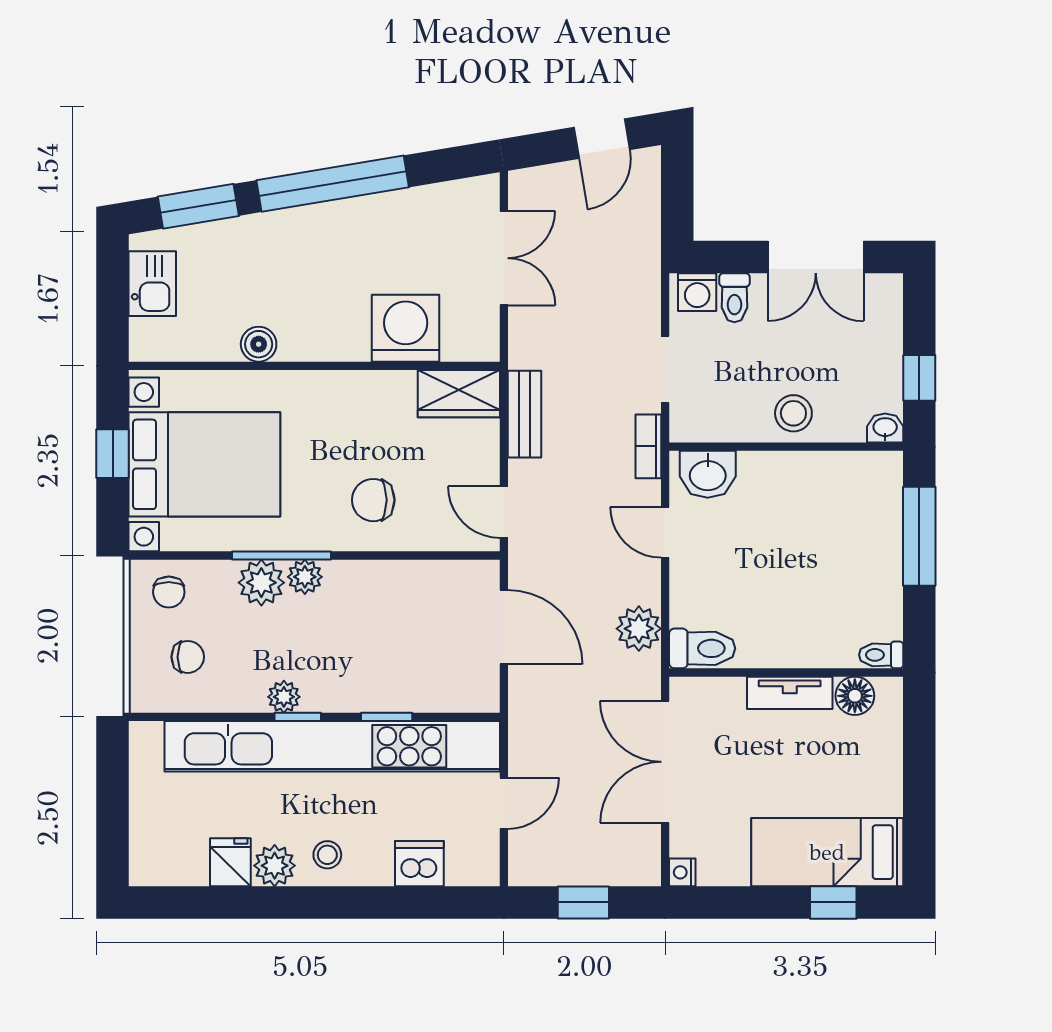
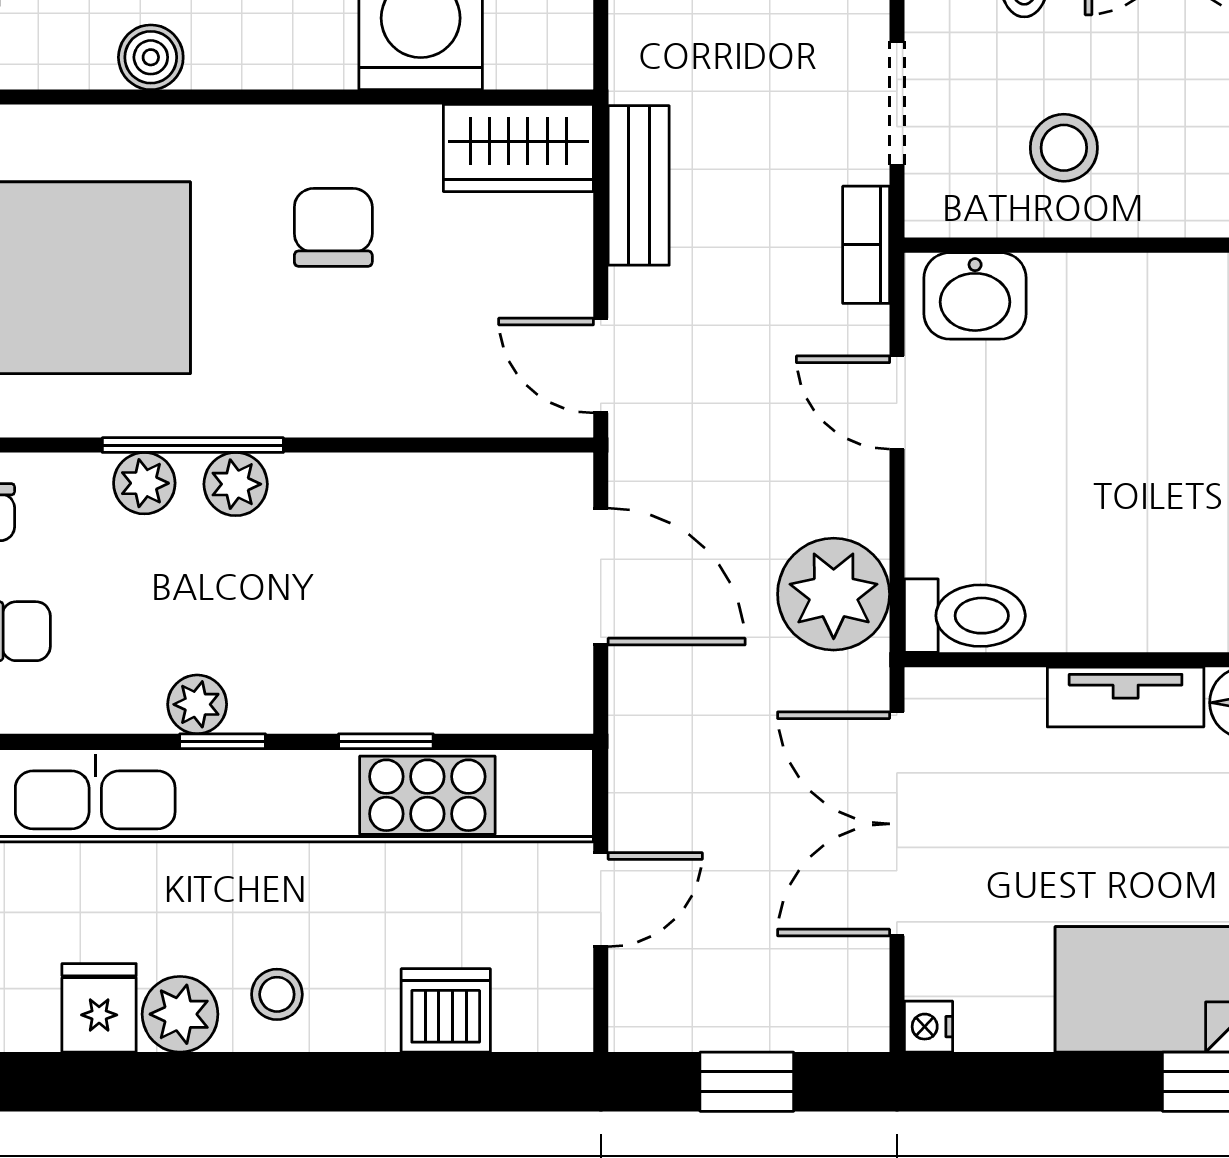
stool: (793, 413) -> (1064, 148), moved
chair: (373, 500) -> (333, 227), moved, turned 90
plant: (261, 583) -> (144, 483), width x0.73, depth x0.73
plant: (639, 629) -> (834, 594), width x1.36, depth x1.36

